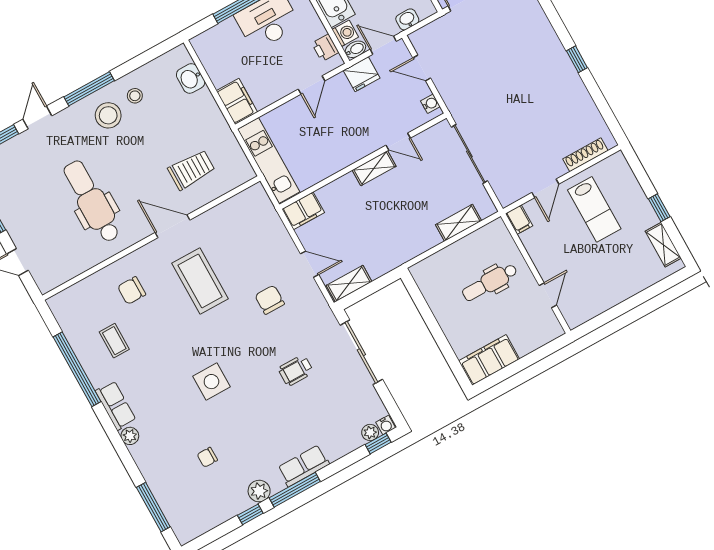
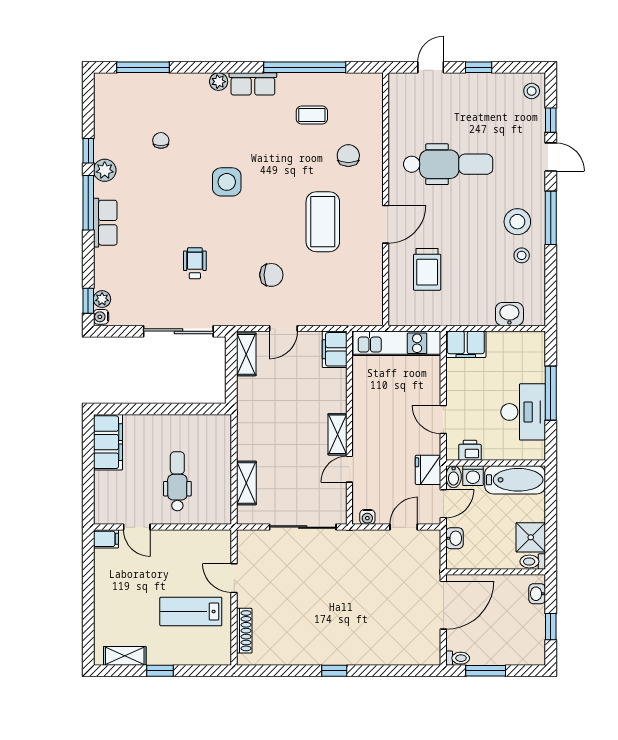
filing cabinet: (519, 220) -> (106, 539), moved, turned 180
coffee table: (200, 281) -> (323, 222), turned 90

